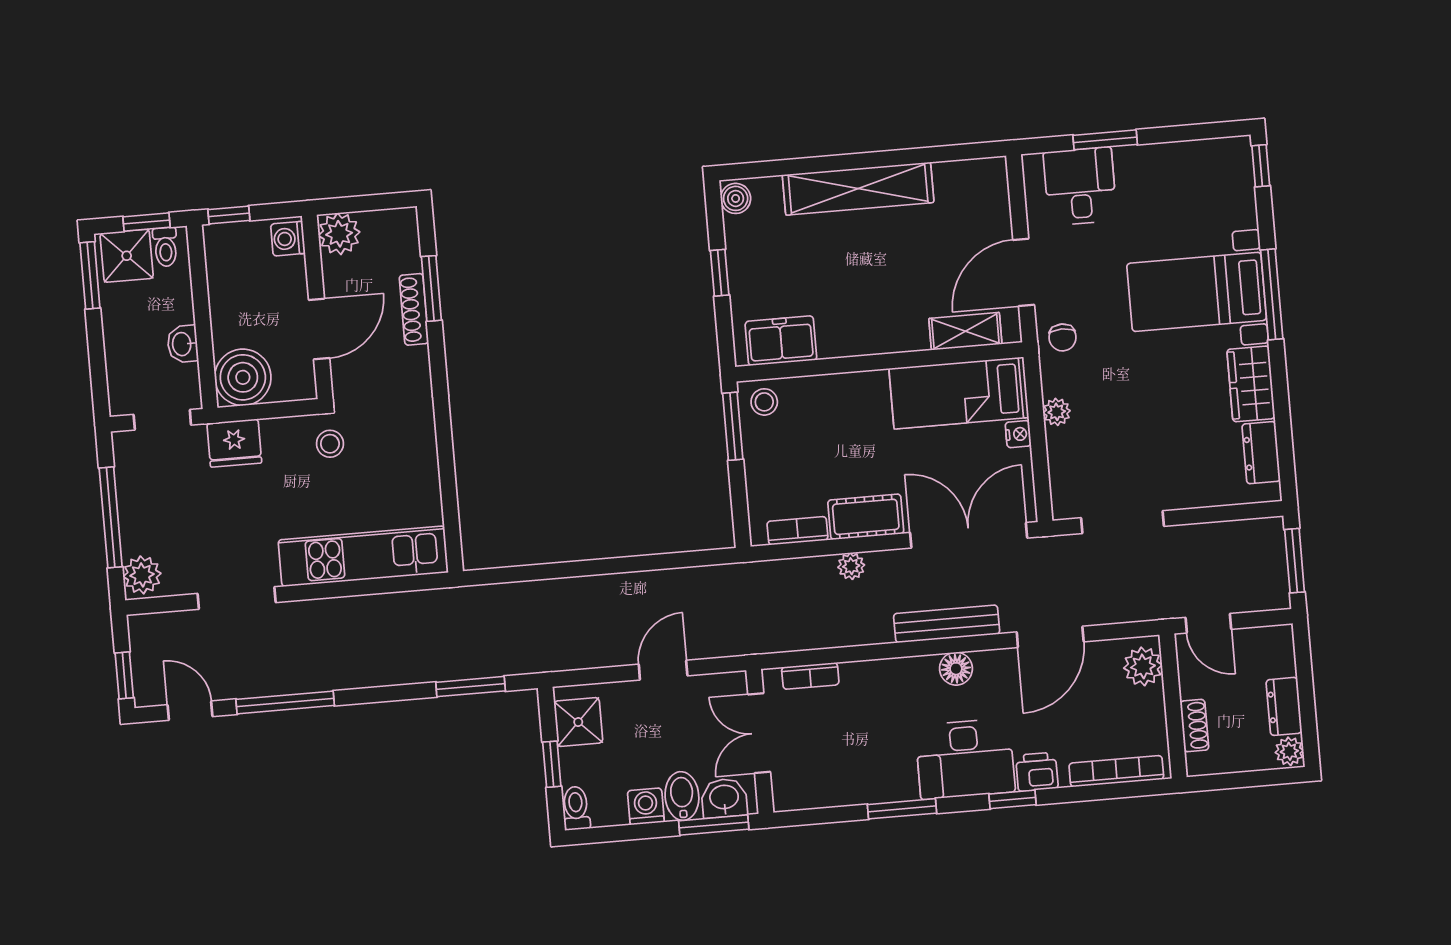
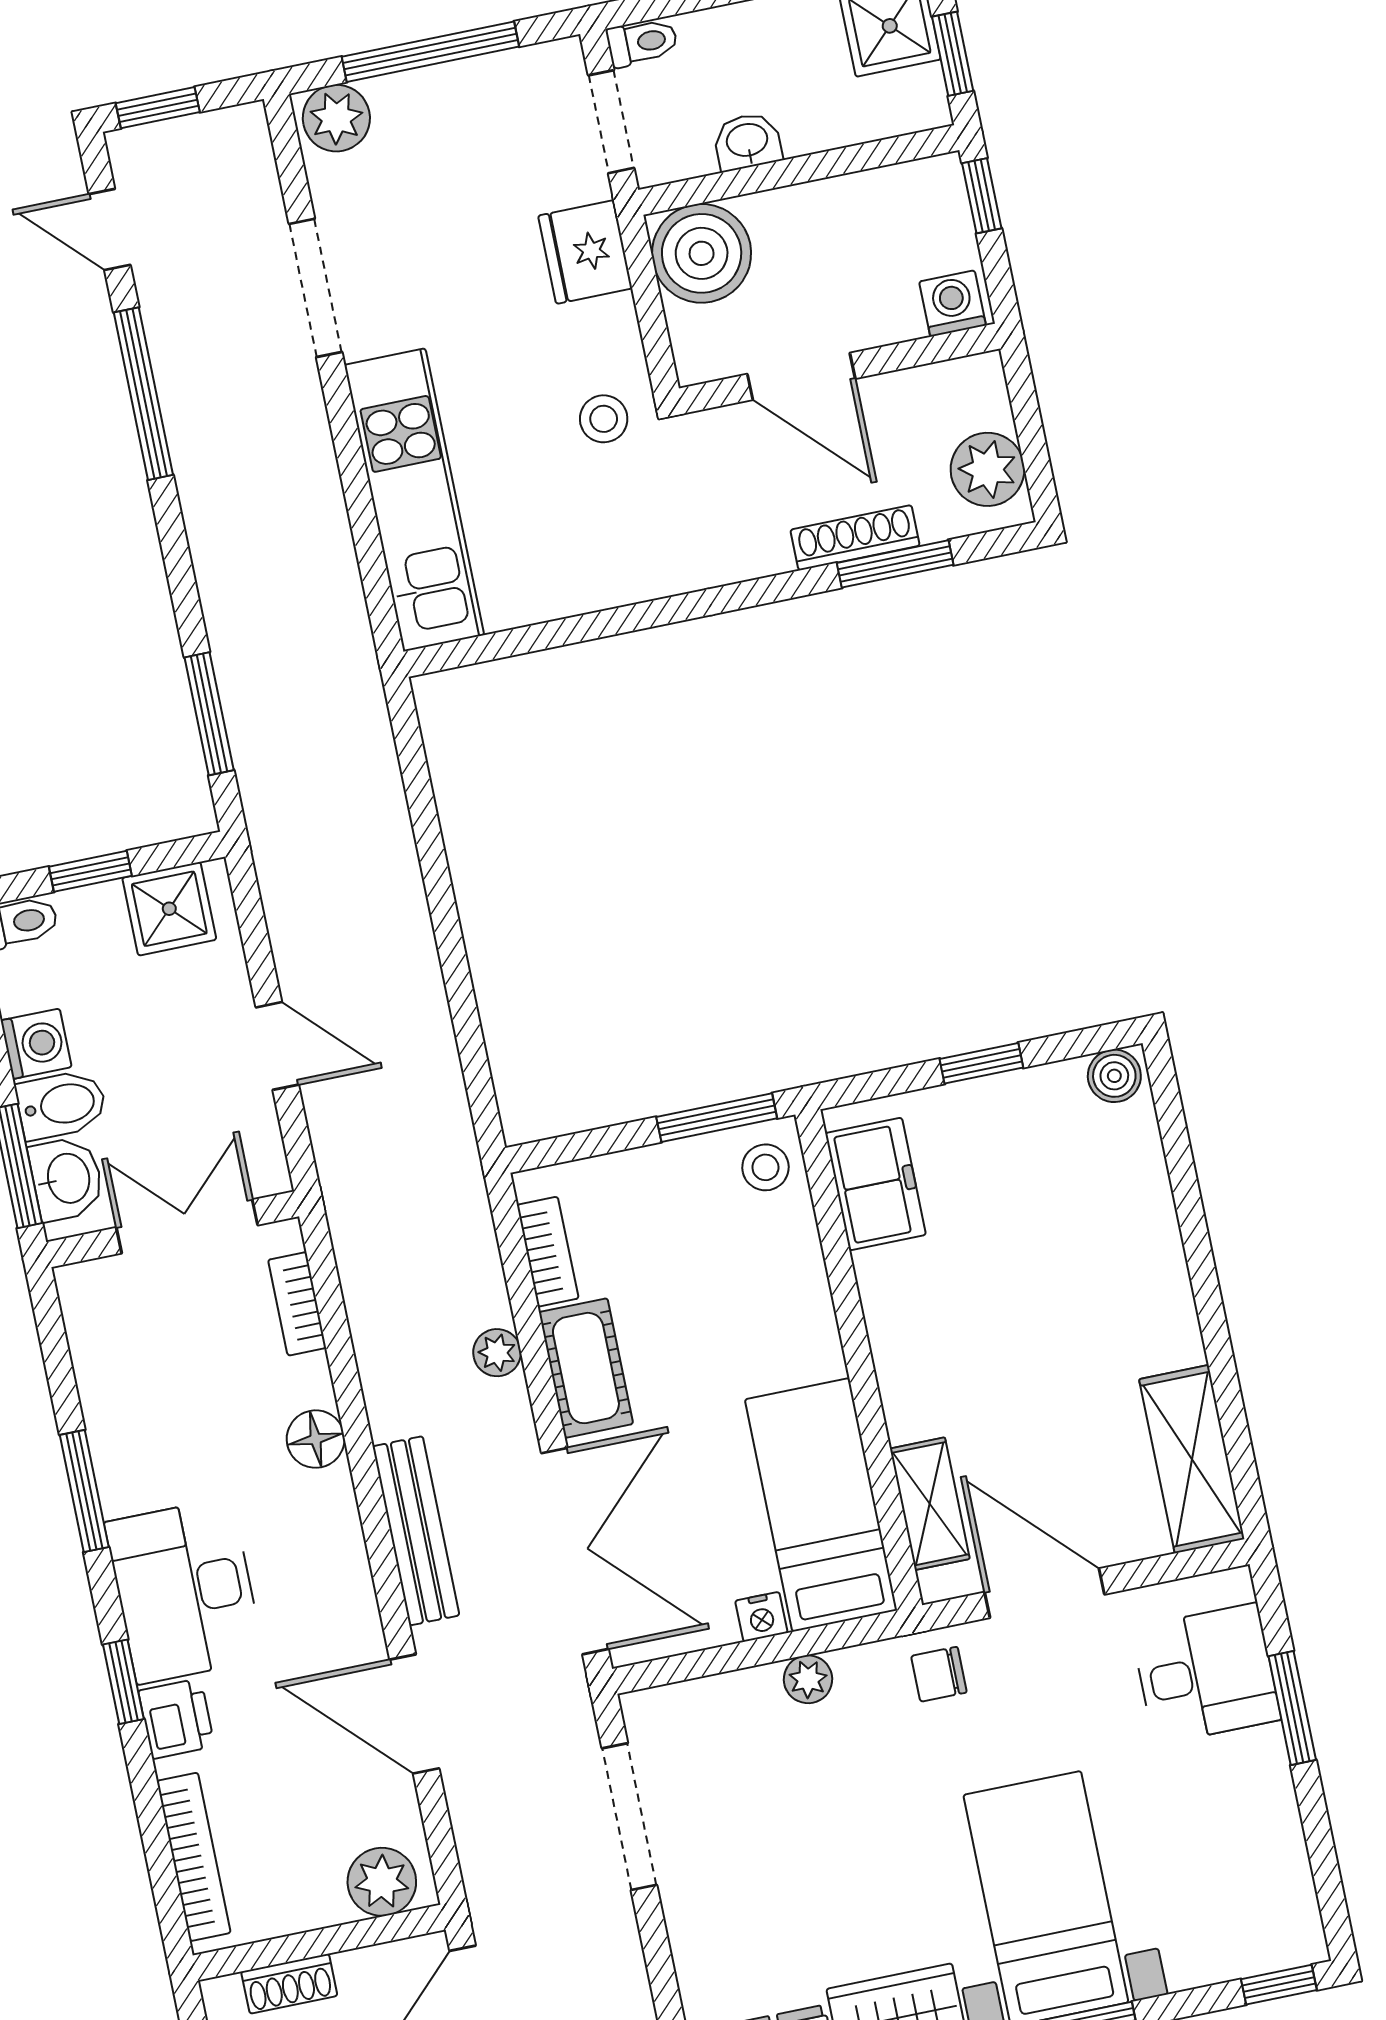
shelving: (858, 189) -> (1192, 1459), moved, width x0.68
plant: (339, 234) -> (987, 469), moved
toilet: (165, 247) -> (642, 42), moved, turned 180
floor lamp: (956, 669) -> (316, 1439), moved
door: (190, 711) -> (110, 229), swing flipped

